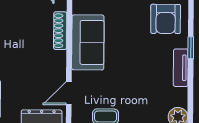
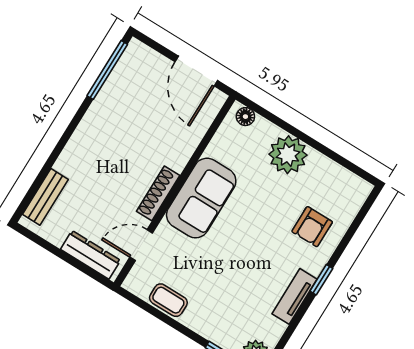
armchair: (166, 19) -> (312, 227), width x0.72, depth x0.72
shoe rack: (60, 31) -> (158, 193), moved

